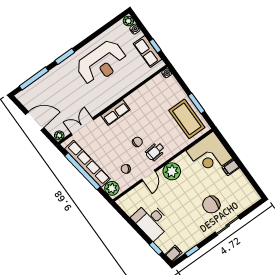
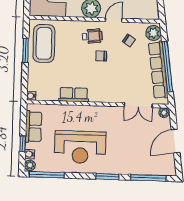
window: (111, 23) -> (47, 175), added
window: (155, 46) -> (23, 144), moved
reception desk: (101, 63) -> (80, 147), turned 180
row of seats: (115, 112) -> (74, 95), moved
door: (35, 121) -> (175, 141), hinge flipped

